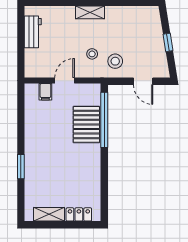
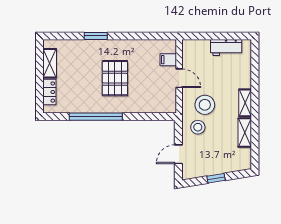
shelving: (121, 13) -> (245, 133), added
stool: (92, 54) -> (205, 105), width x1.89, depth x1.89
window: (104, 120) -> (96, 117), moved
pallet: (86, 124) -> (115, 78), moved, turned 90

